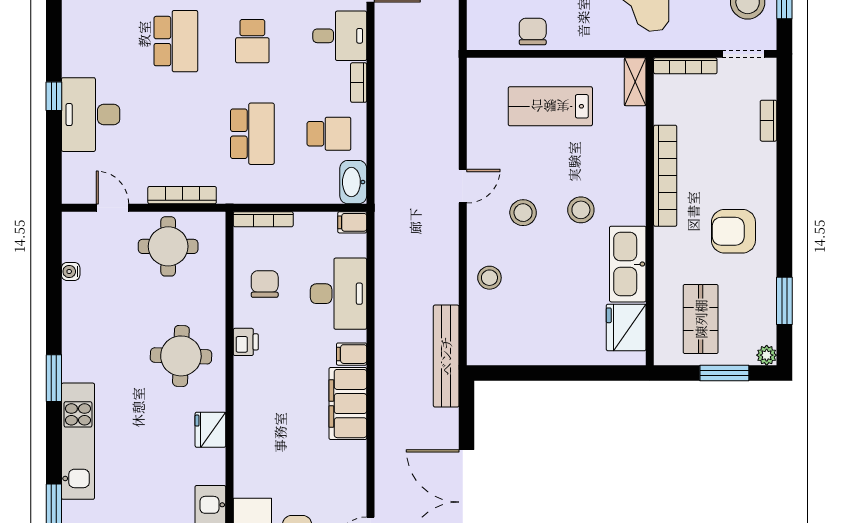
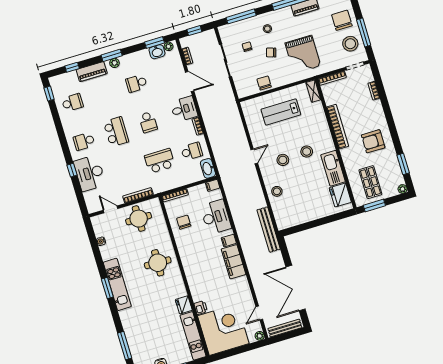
school desk: (99, 41) -> (84, 141), added
school desk: (252, 134) -> (160, 161), turned -90
printer: (246, 342) -> (201, 308), moved
window: (724, 373) -> (374, 206), moved
fridge: (210, 430) -> (184, 305), moved
kitchen unit: (78, 441) -> (117, 284), moved

